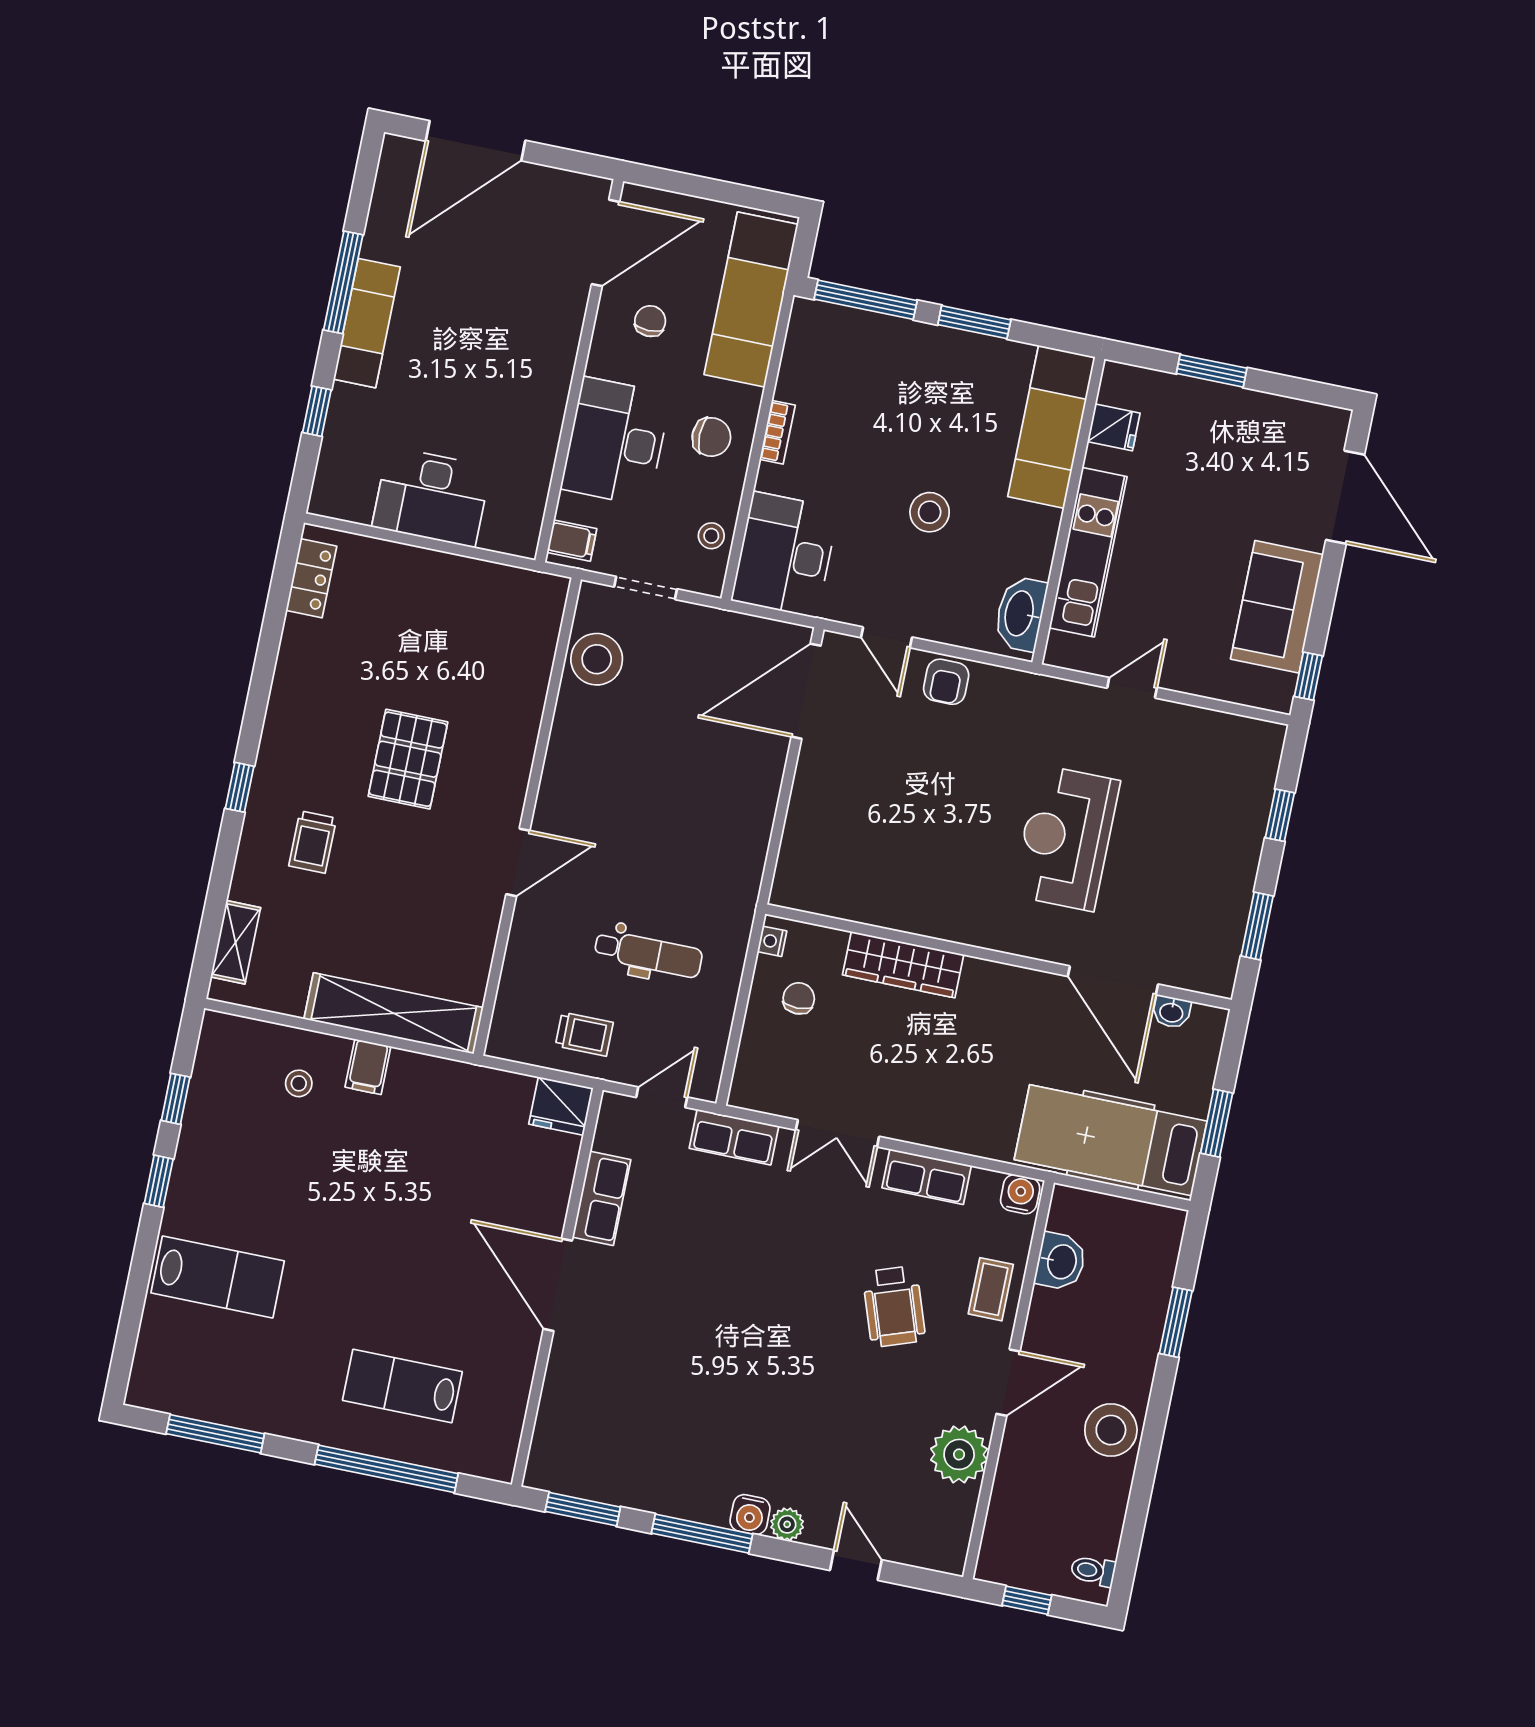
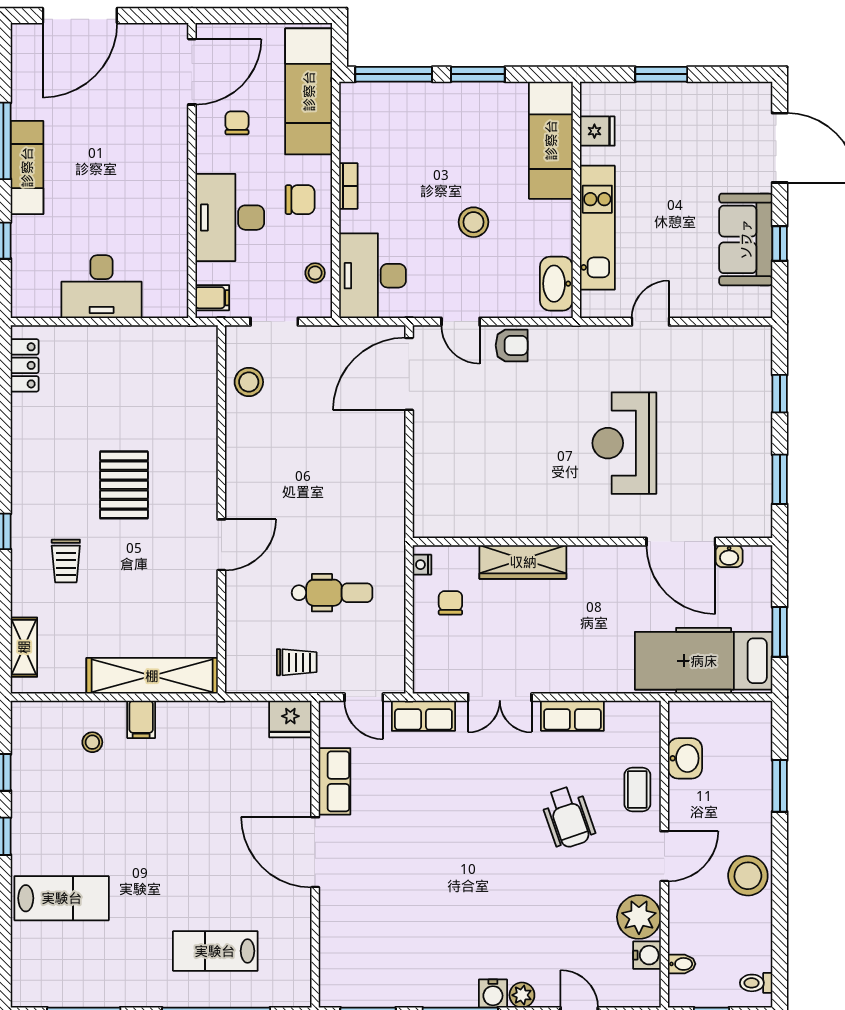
stool: (597, 659) -> (249, 382), width x0.73, depth x0.73
window: (1308, 676) -> (780, 243), moved
armchair: (946, 682) -> (512, 345), turned -90
door: (662, 1097) -> (364, 697), swing flipped
water cooler: (1020, 1194) -> (647, 955), moved, turned 90
bidet: (1002, 1526) -> (682, 964), added

